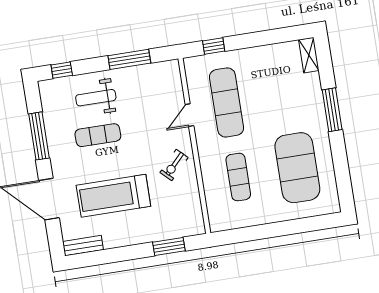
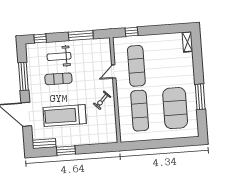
window: (332, 110) -> (200, 97), moved
exercise mat: (238, 177) -> (140, 111), width x1.36, depth x1.45
window: (169, 246) -> (66, 151), moved

